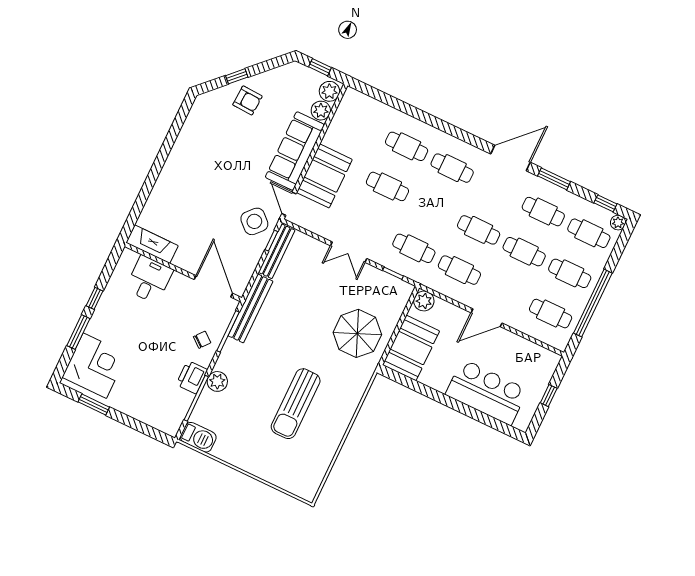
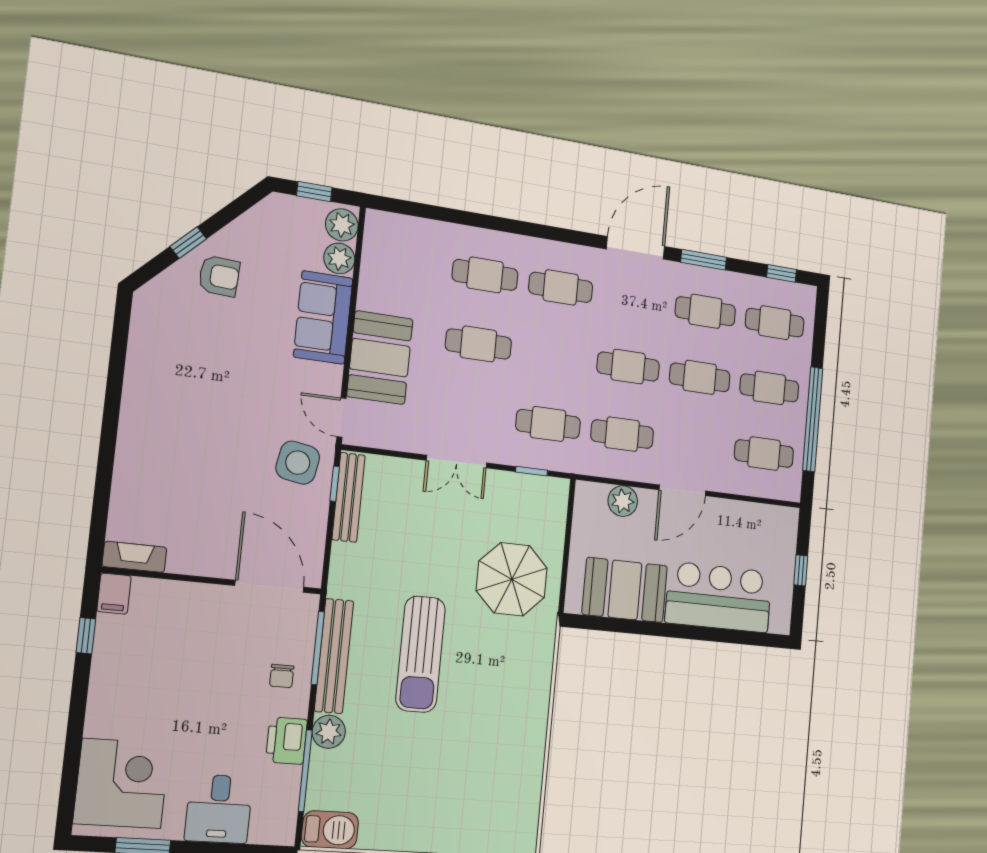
sofa: (295, 151) -> (323, 317), width x0.73
side table: (254, 221) -> (298, 463), turned -33
plant: (618, 223) -> (806, 295), removed
fireplace: (152, 244) -> (135, 557), width x0.73, depth x0.76
filing cabinet: (127, 260) -> (114, 594), added
desk: (149, 280) -> (219, 809), moved, turned 180
window: (94, 298) -> (86, 636), moved
plant: (424, 301) -> (623, 501), moved
bench: (250, 308) -> (334, 656), moved
window: (78, 332) -> (74, 740), removed
chair: (202, 340) -> (282, 676), turned 141
booth: (411, 348) -> (625, 590), moved, turned 90
sun lounger: (296, 404) -> (421, 654), moved

